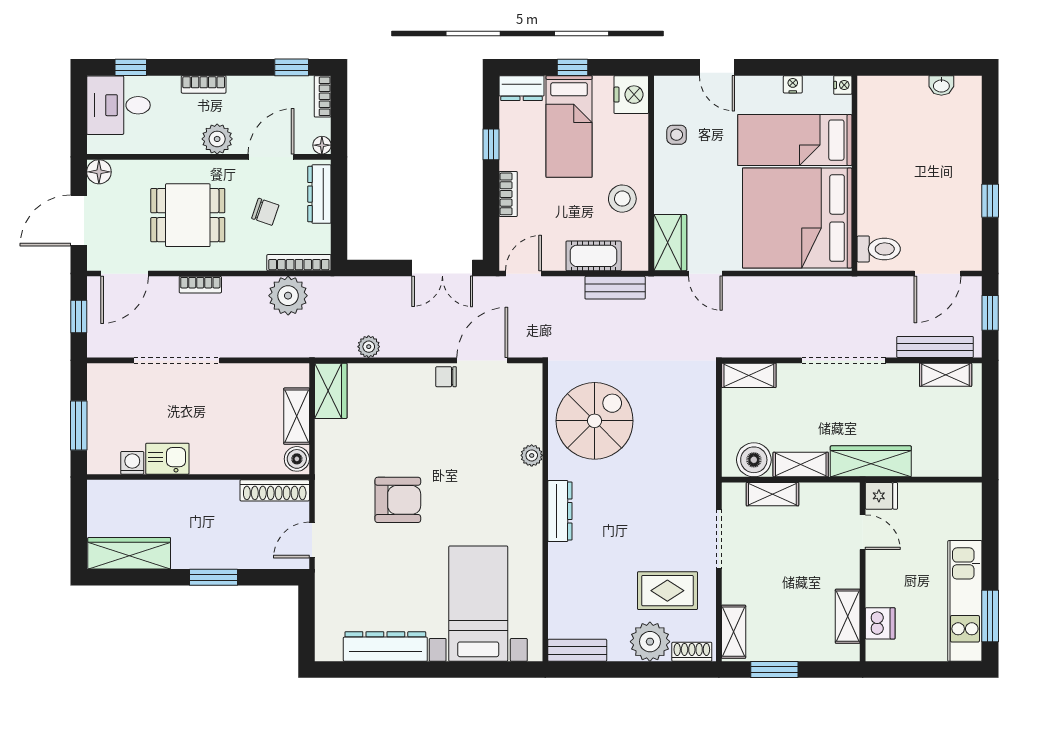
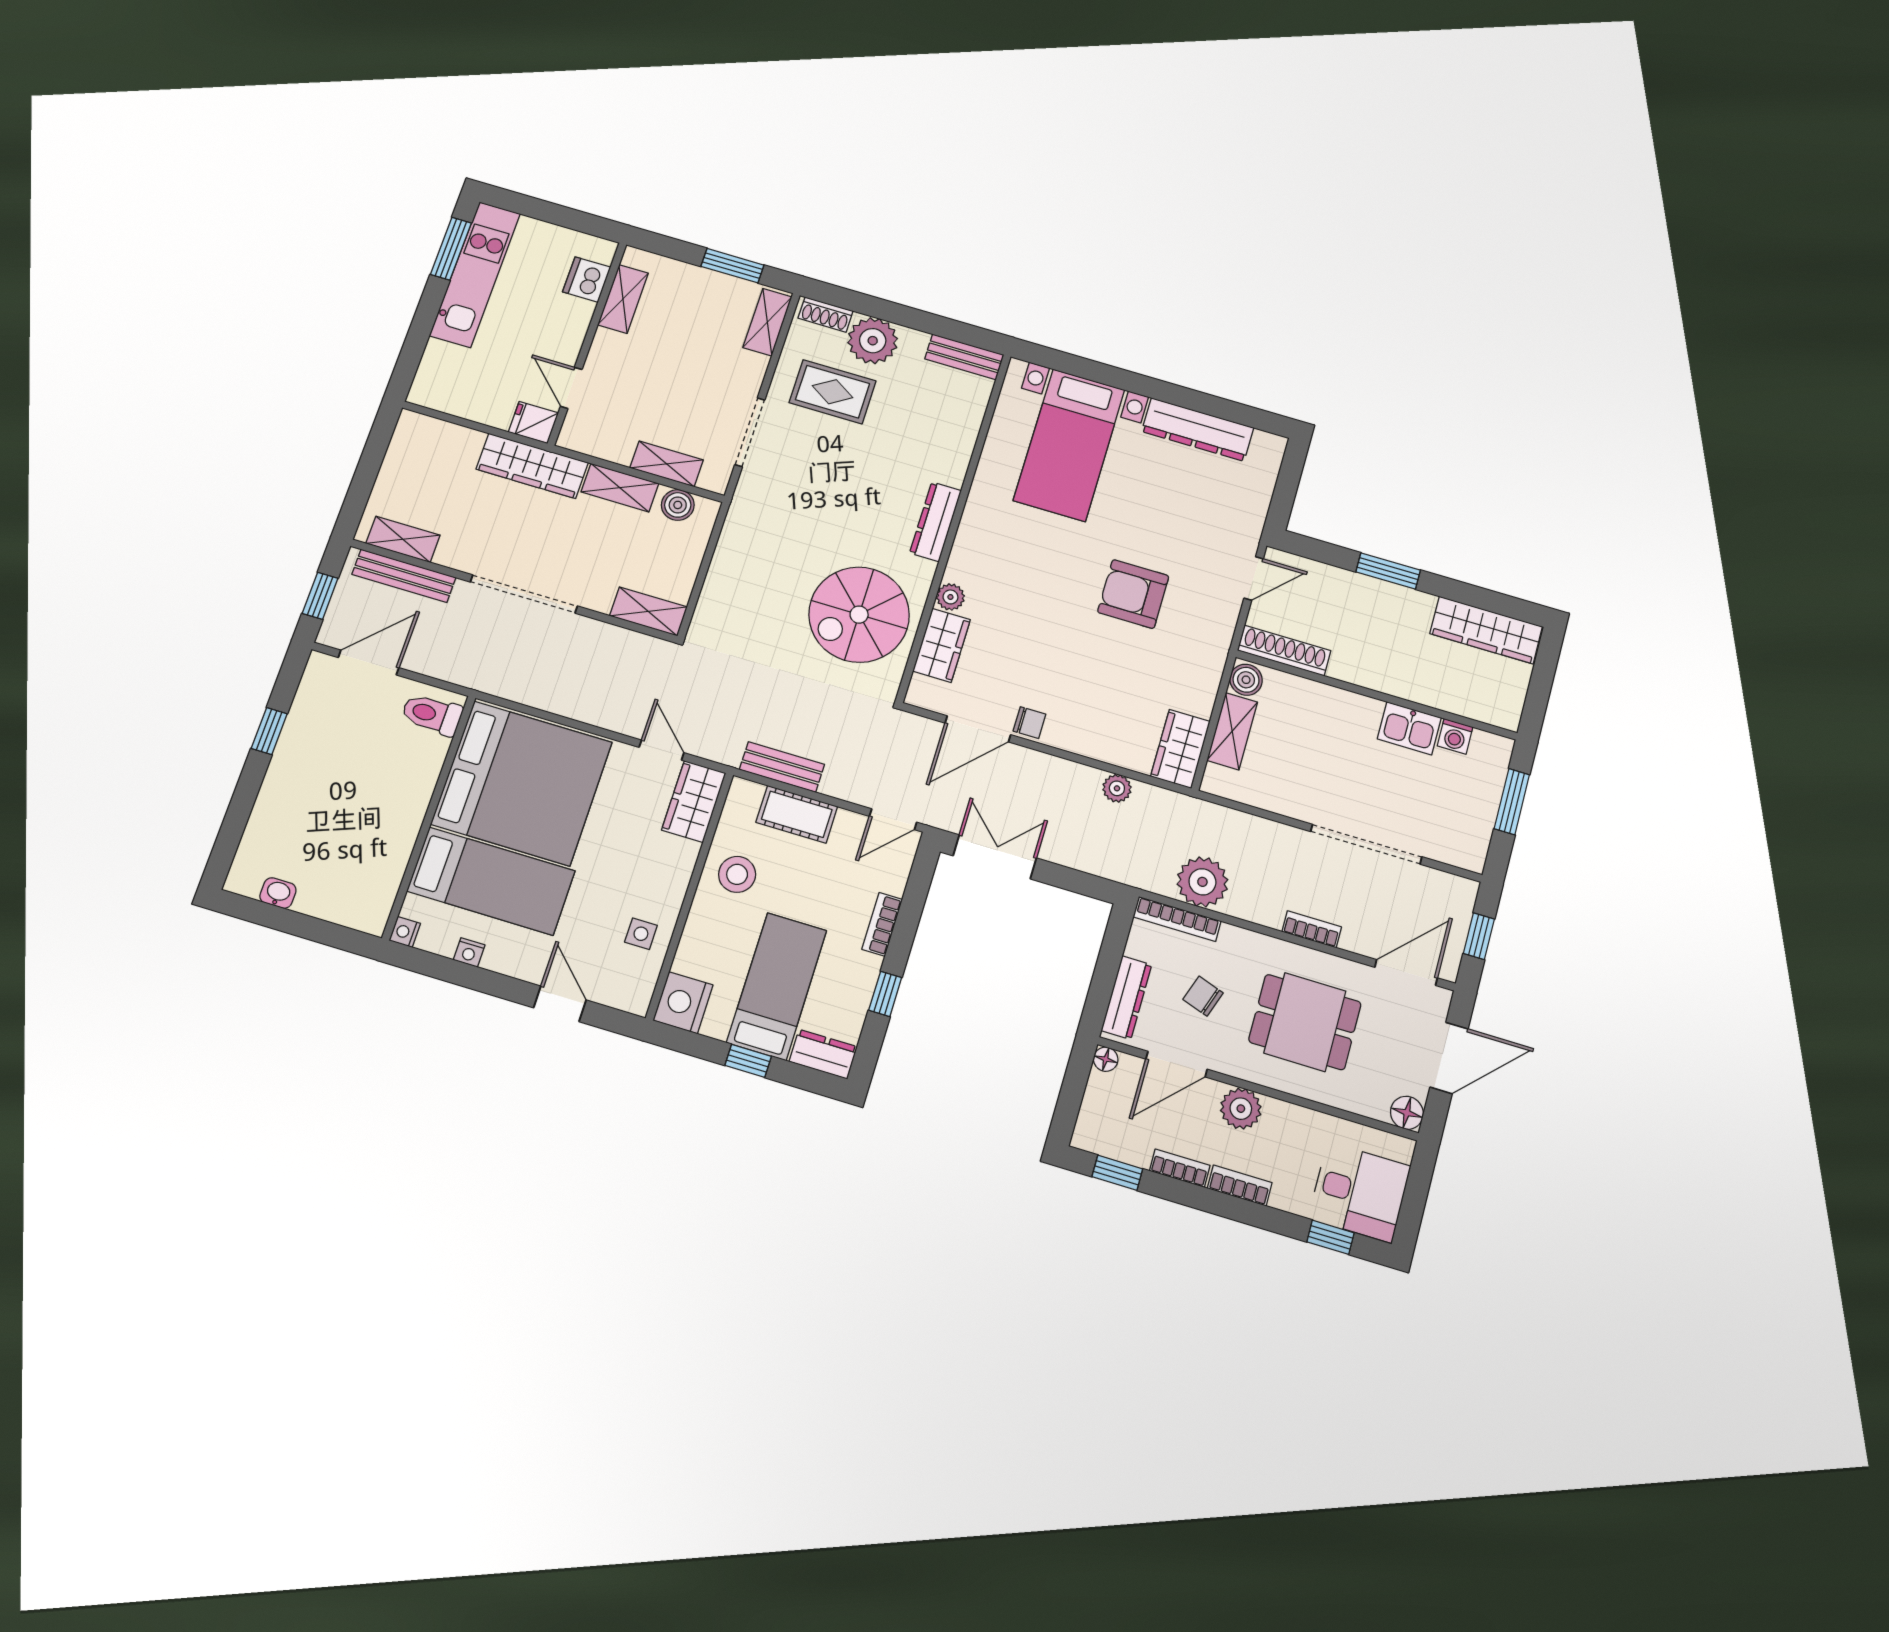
bookcase: (323, 96) -> (1180, 1168), moved, turned -90
wardrobe: (527, 416) -> (942, 645), added
boiler: (754, 460) -> (678, 505), width x0.73, depth x0.73

